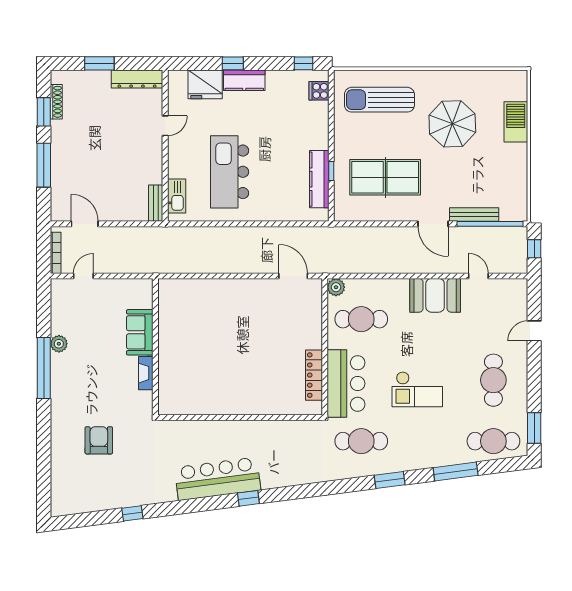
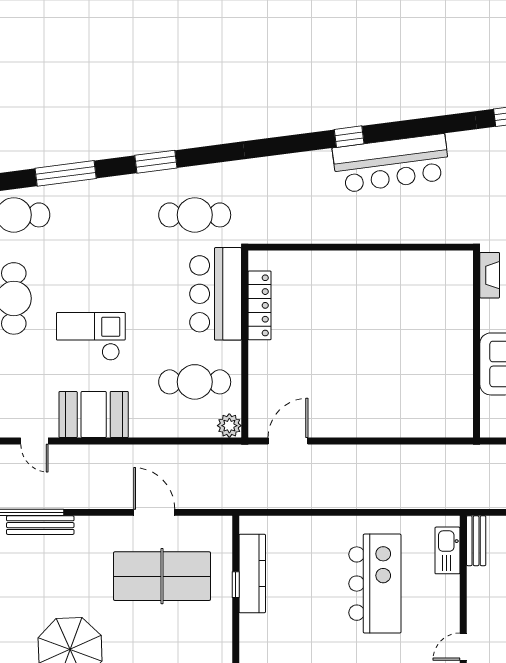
door: (433, 224) -> (154, 512), moved
door: (293, 276) -> (288, 441), swing flipped
fireplace: (146, 373) -> (490, 275), moved
checkout: (417, 389) -> (91, 336), moved

